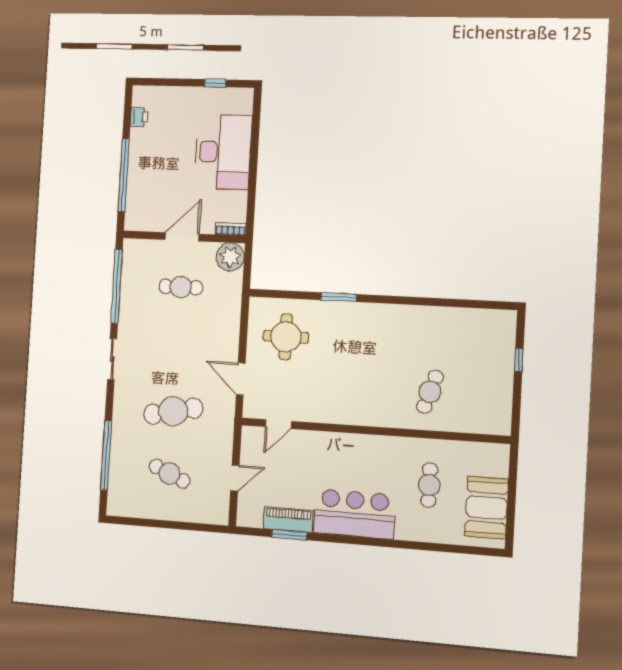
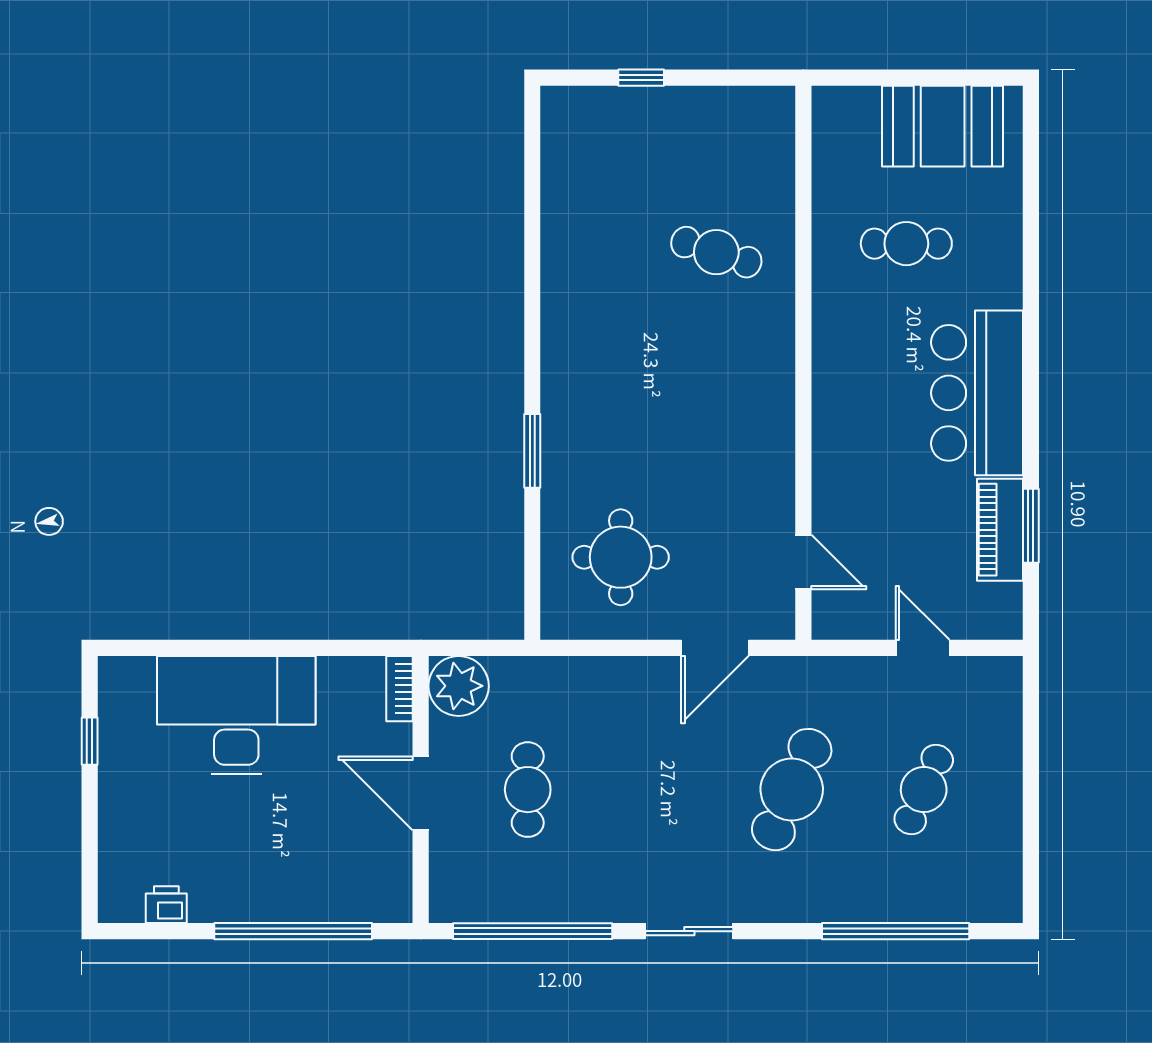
cafe table: (173, 411) -> (792, 790), turned 36

